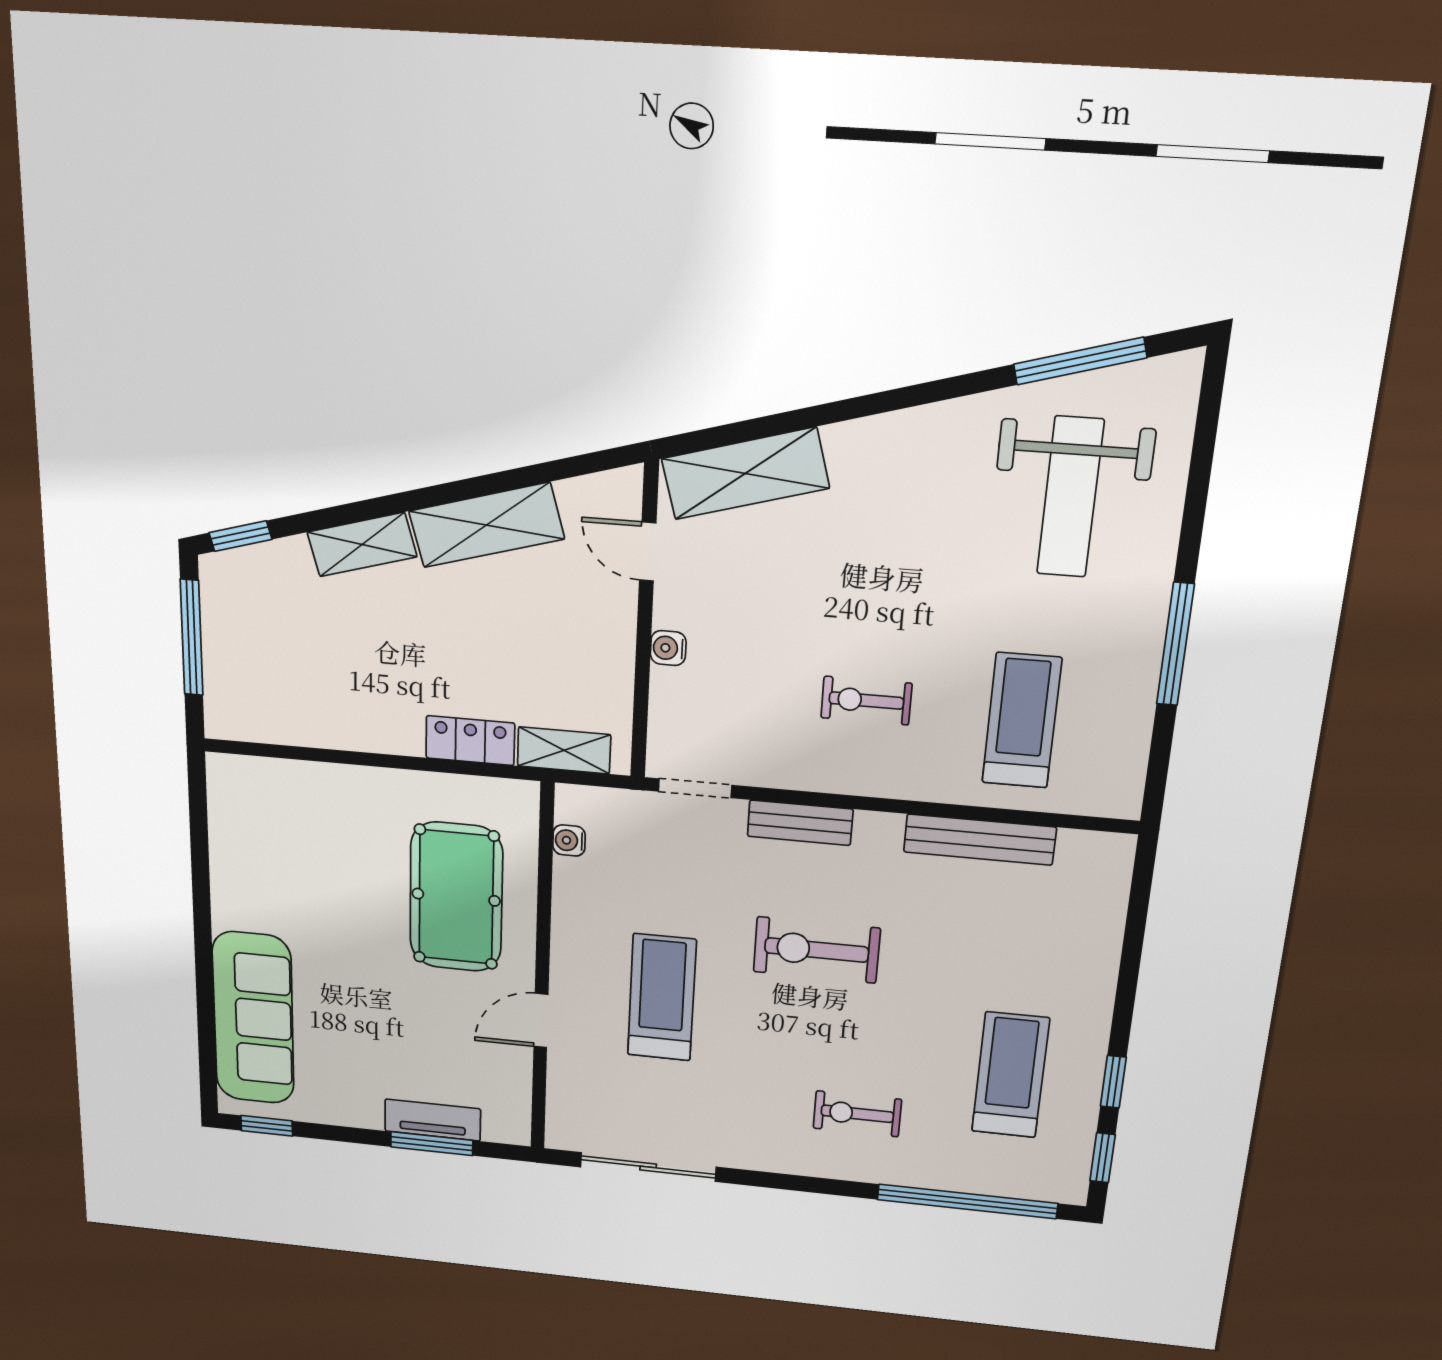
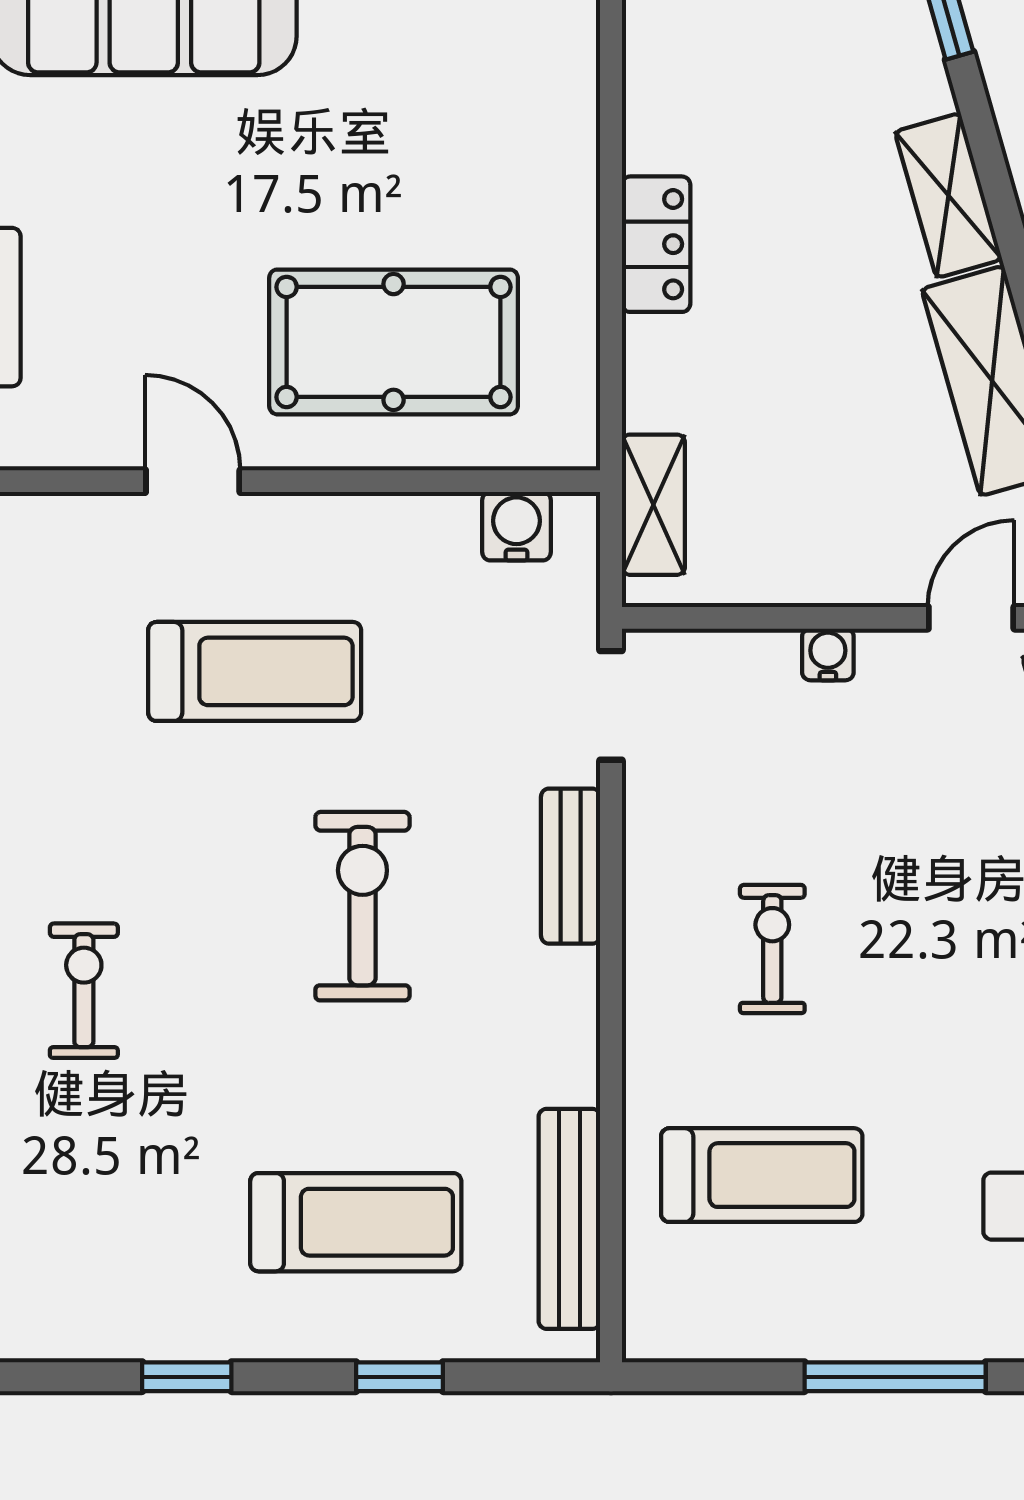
locker: (470, 741) -> (656, 244), moved
water cooler: (569, 840) -> (517, 526), width x1.38, depth x1.38
bench: (980, 840) -> (569, 1219), moved
treadmill: (1011, 1075) -> (356, 1222), moved
window: (1102, 1158) -> (400, 1377), moved

